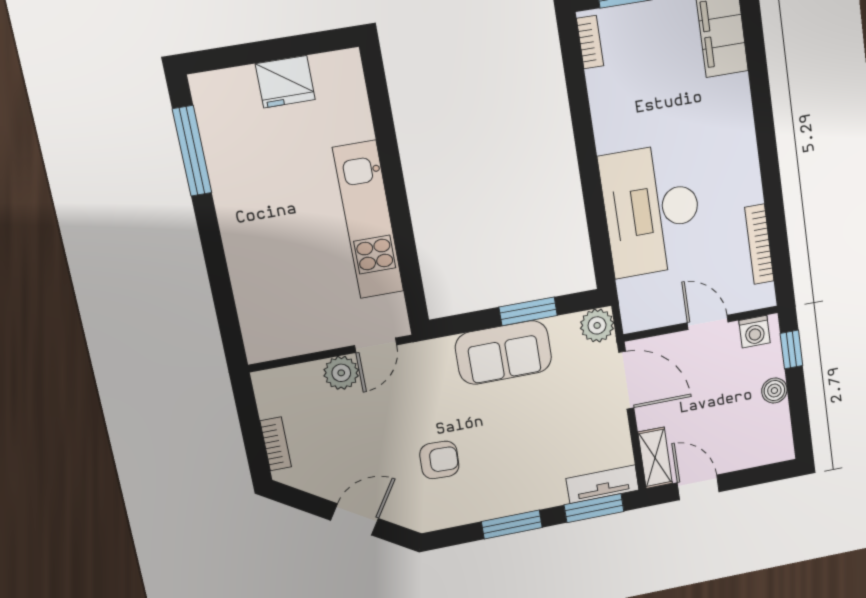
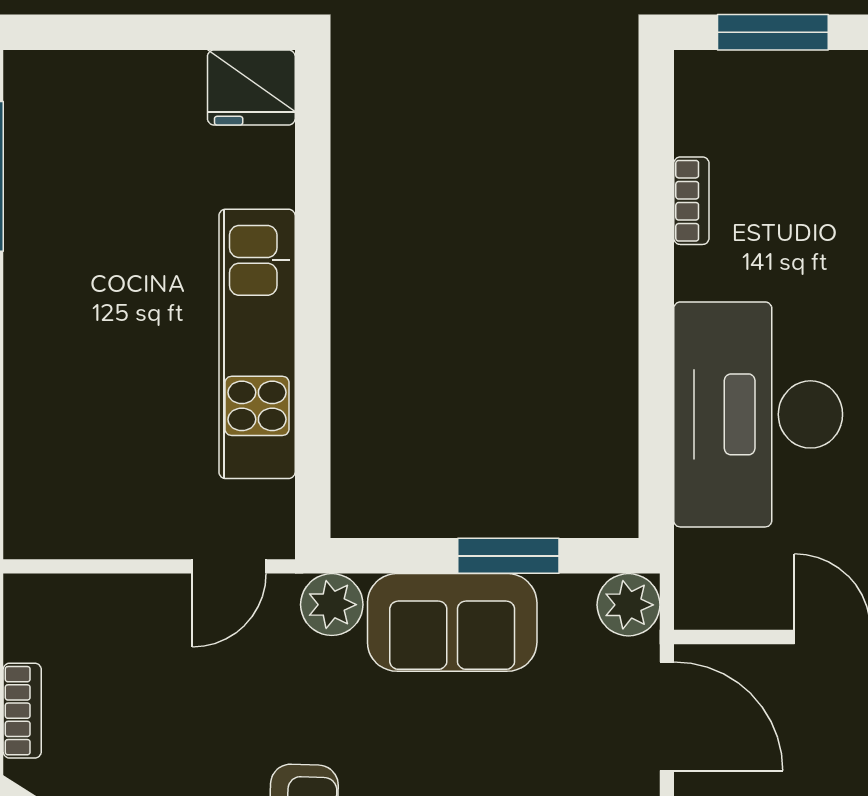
bookcase: (590, 42) -> (691, 201), moved
fridge: (285, 82) -> (251, 88), moved
plant: (341, 373) -> (332, 605), moved

